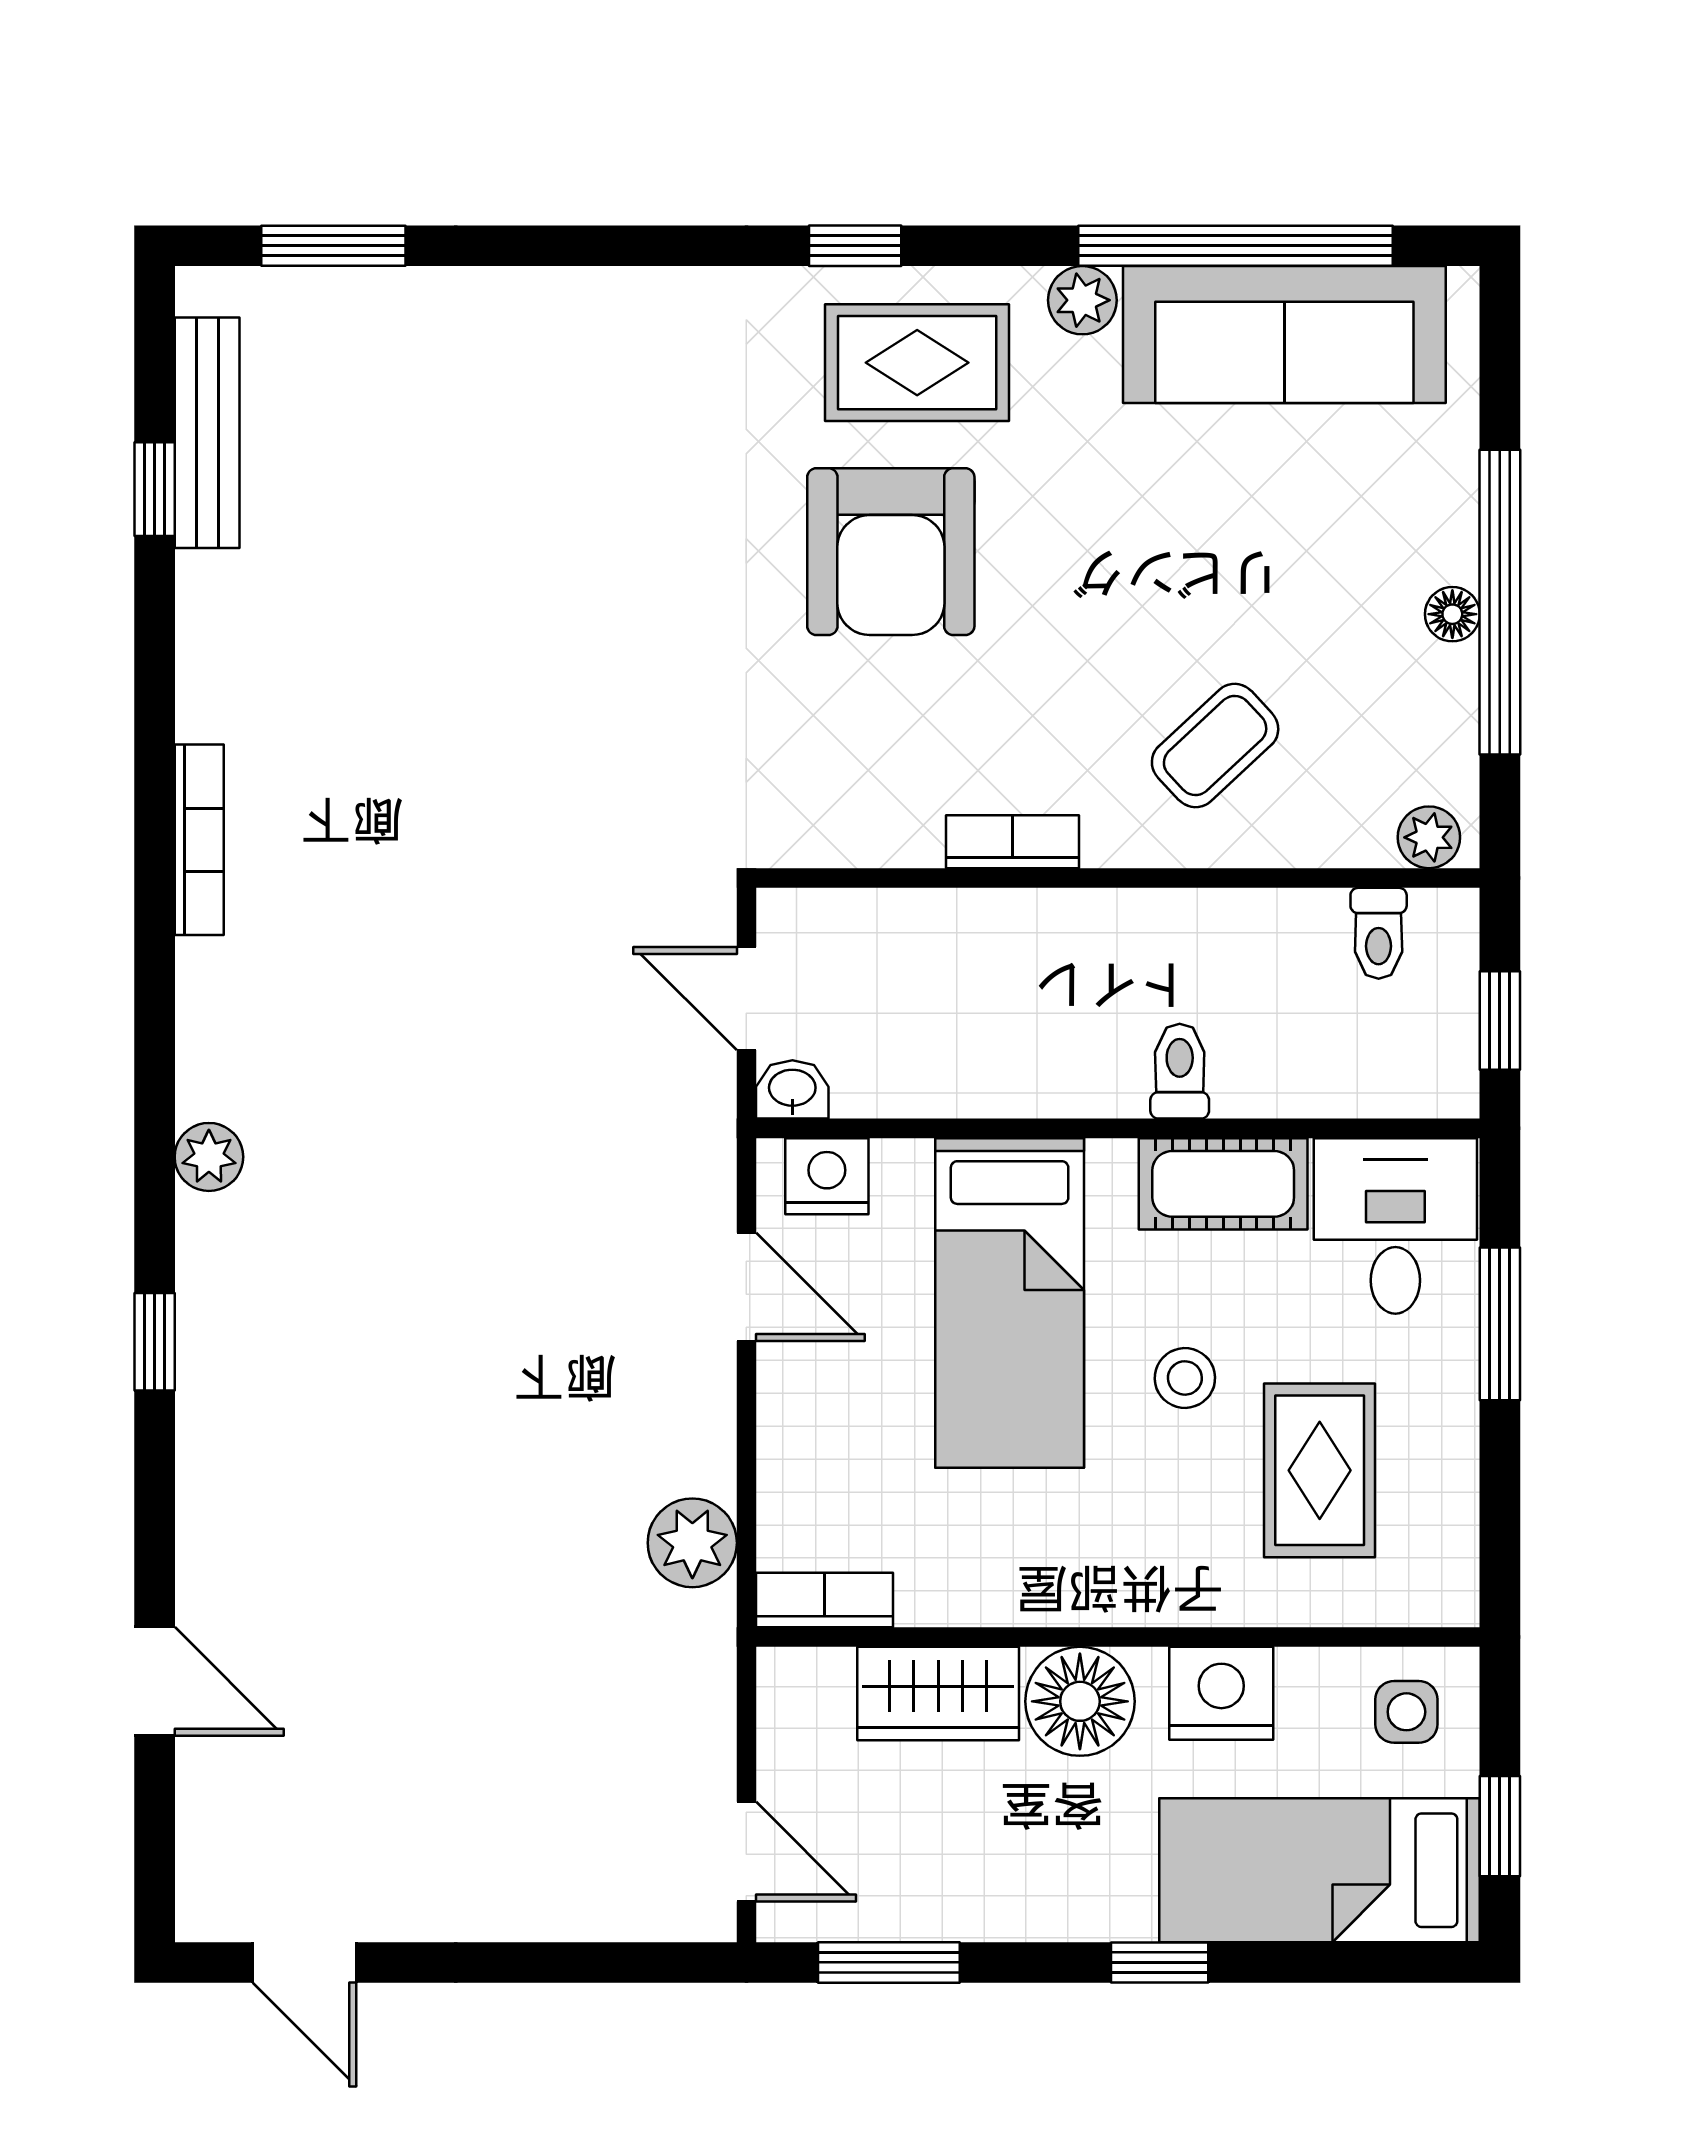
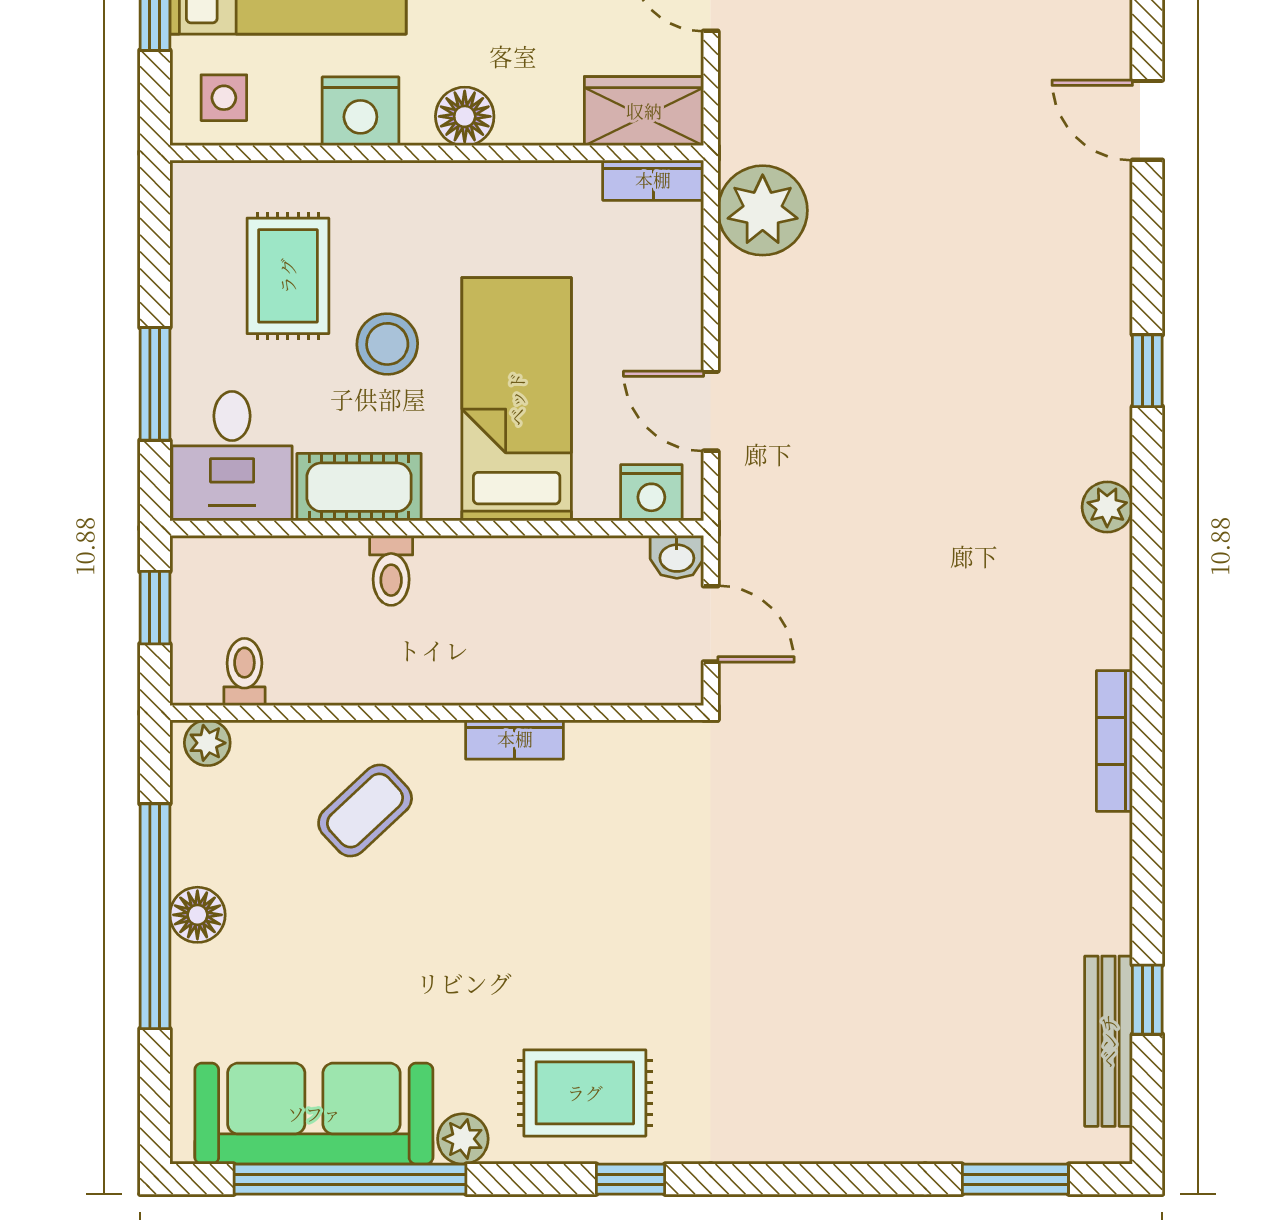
armchair: (891, 552) -> (604, 954), removed
floor lamp: (1452, 614) -> (197, 915), width x1.37, depth x1.37
stool: (1185, 1378) -> (387, 344), width x1.37, depth x1.37
plant: (692, 1543) -> (763, 210), width x1.36, depth x1.36
wardrobe: (938, 1694) -> (644, 111), moved
floor lamp: (1080, 1701) -> (465, 116), width x0.73, depth x0.73

